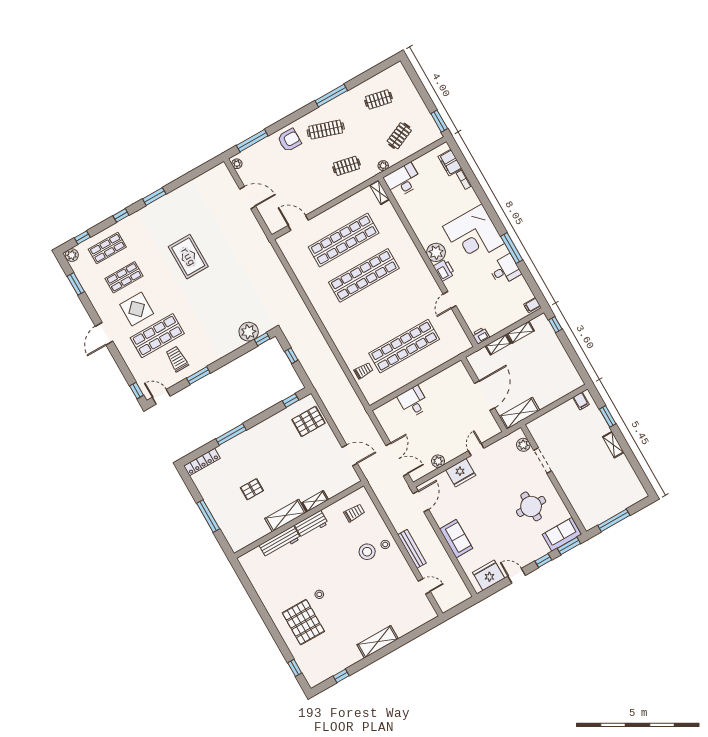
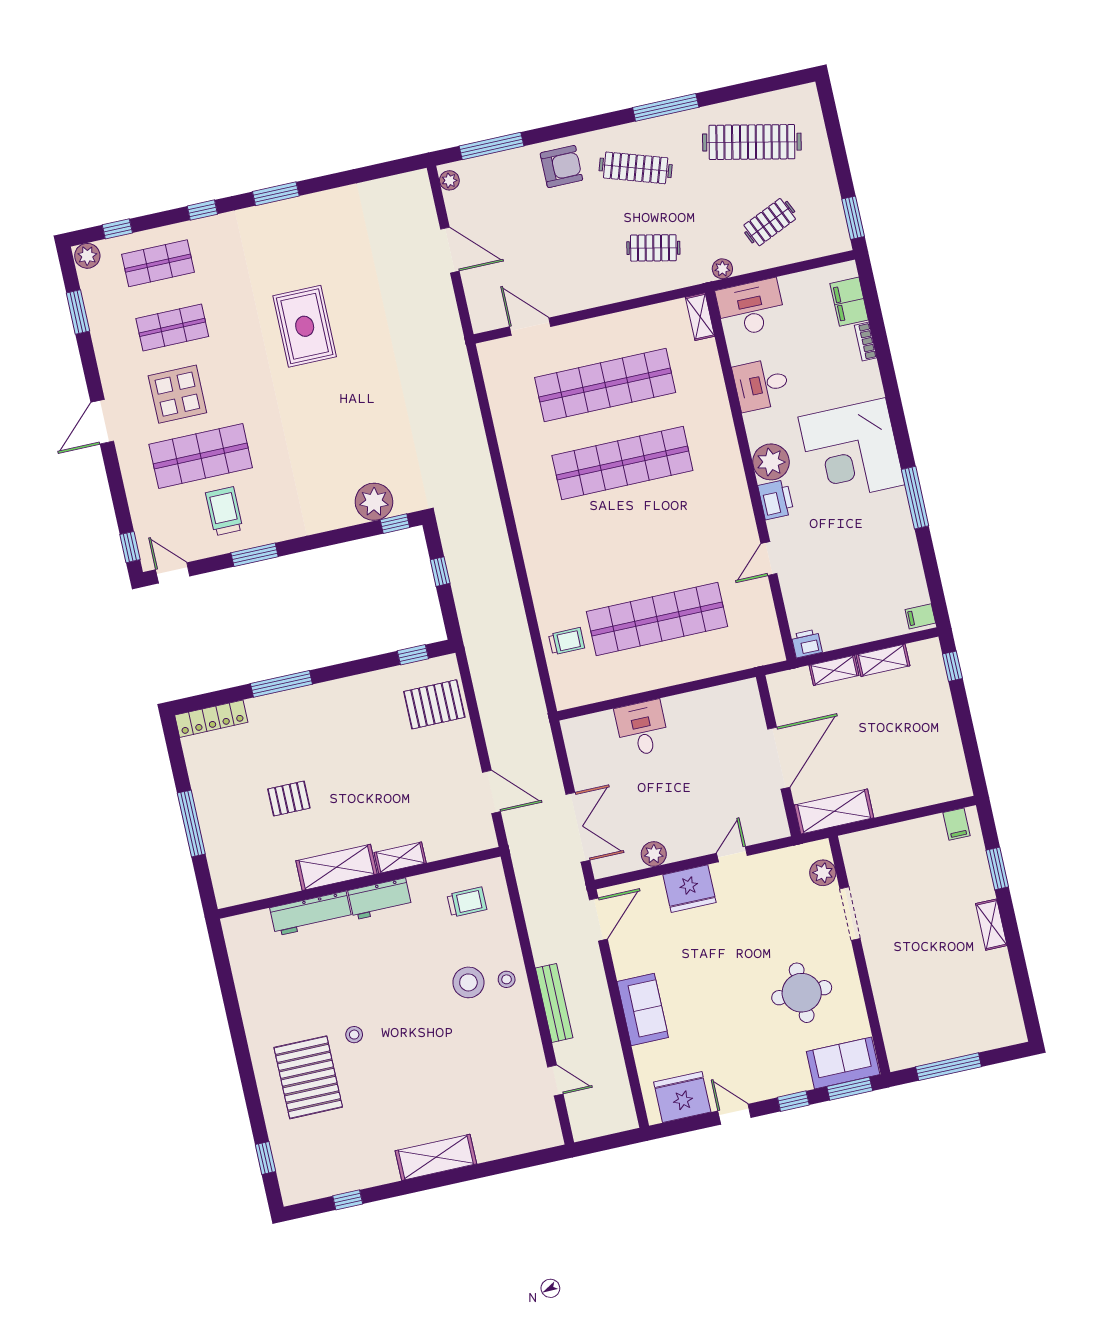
clothes rail: (378, 99) -> (752, 142), width x1.86, depth x1.31
desk: (505, 270) -> (761, 385), moved, turned 180

